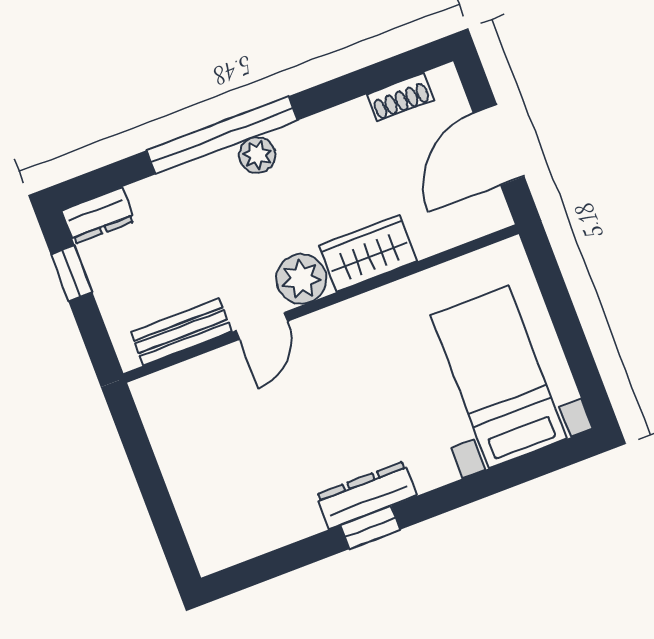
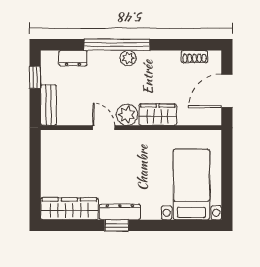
dresser: (98, 216) -> (73, 58), moved
door: (262, 326) -> (104, 128), swing flipped
bench: (181, 332) -> (48, 105), moved, turned 90
wardrobe: (254, 530) -> (69, 209), added

